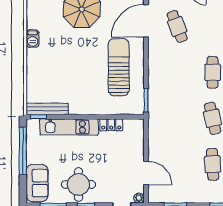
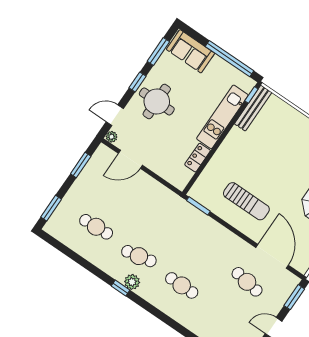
cafe table: (177, 26) -> (247, 282), turned 30
sun lounger: (119, 67) -> (246, 201), width x0.73, depth x0.75
round table: (78, 184) -> (157, 101), moved

